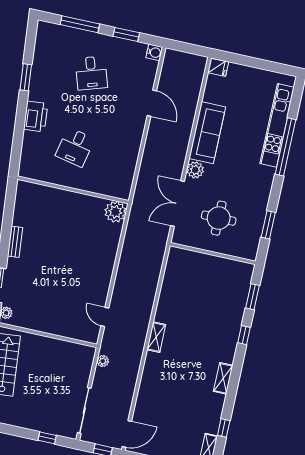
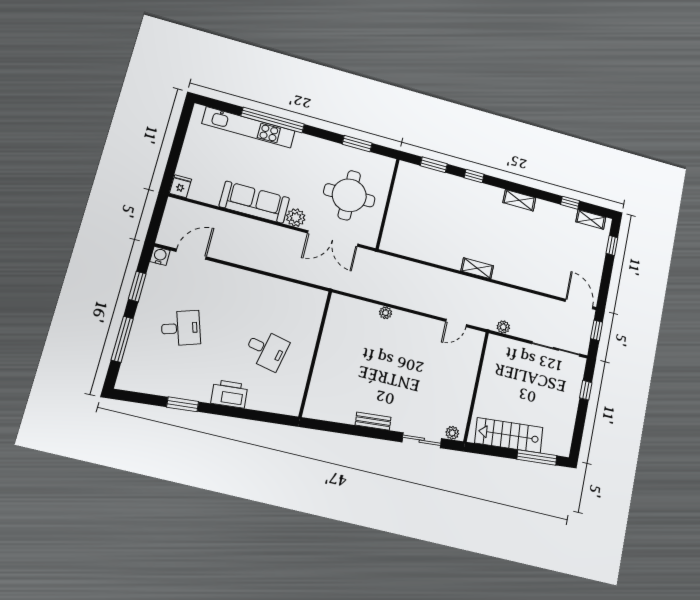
door: (152, 103) -> (191, 254), moved
plant: (115, 212) -> (386, 313), moved, width x0.53, depth x0.53
round table: (219, 218) -> (349, 195), width x1.36, depth x1.36

